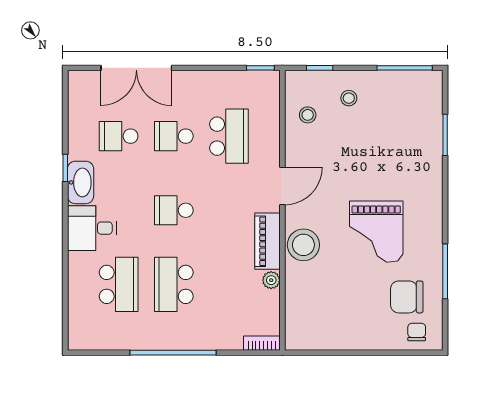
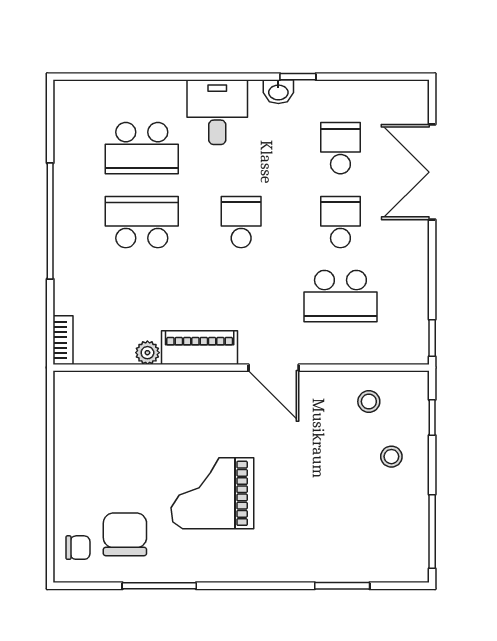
washbasin: (81, 182) -> (278, 92), width x0.52, depth x0.69
stool: (303, 245) -> (195, 396), removed

